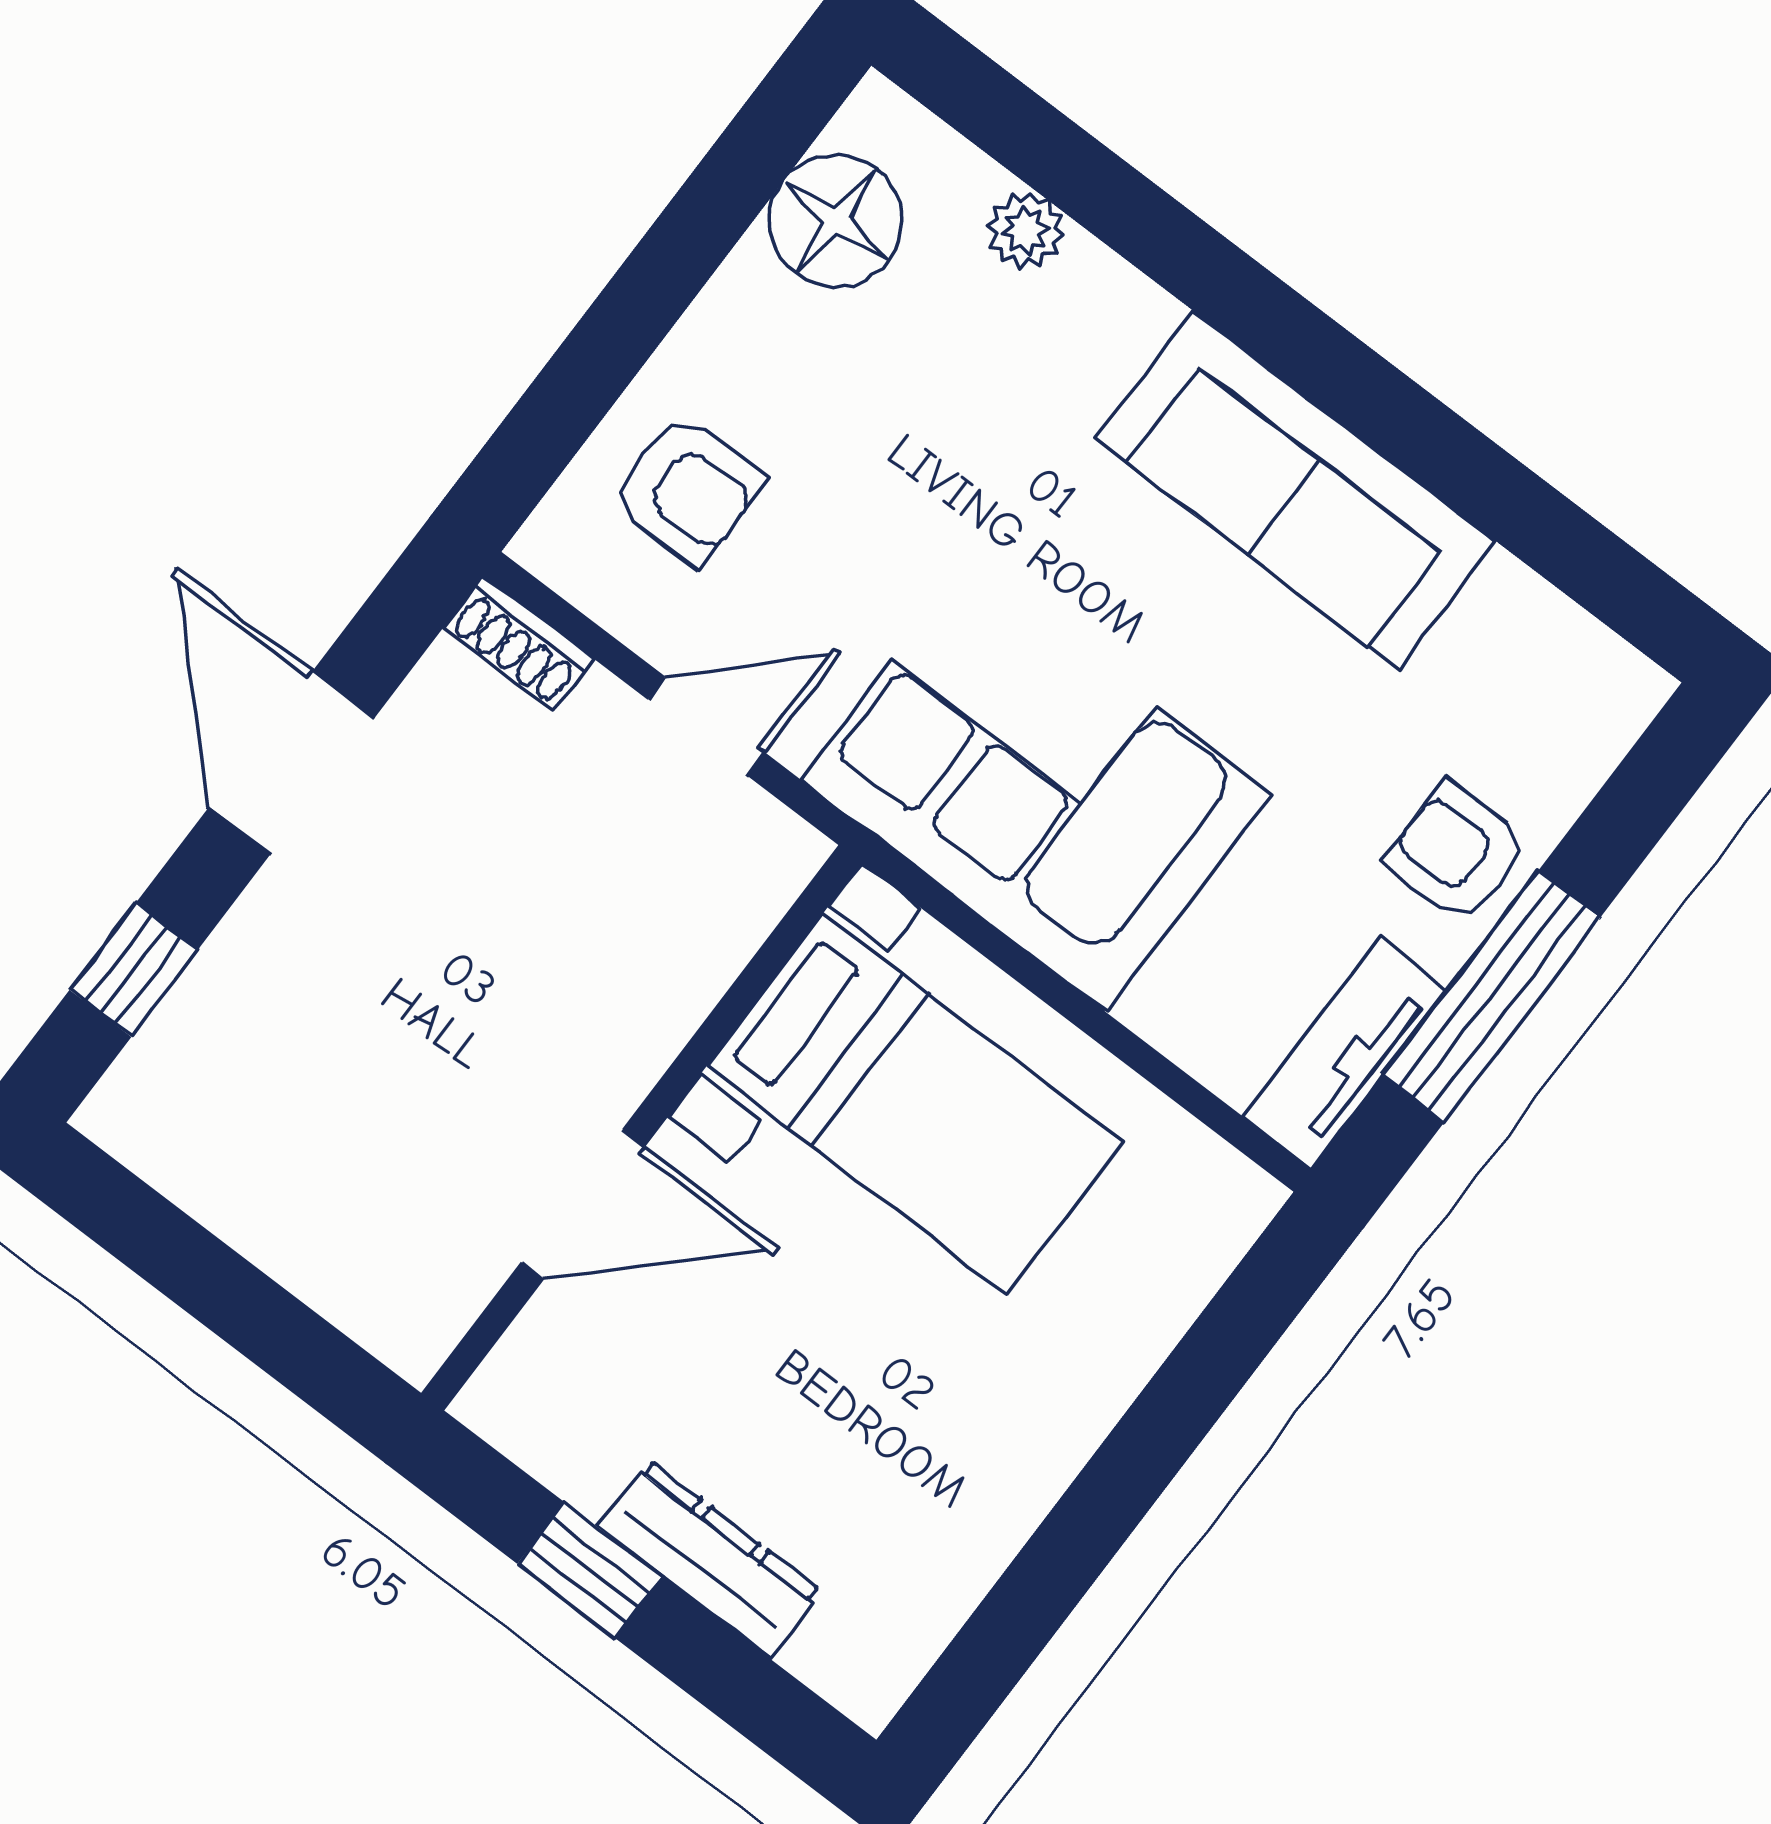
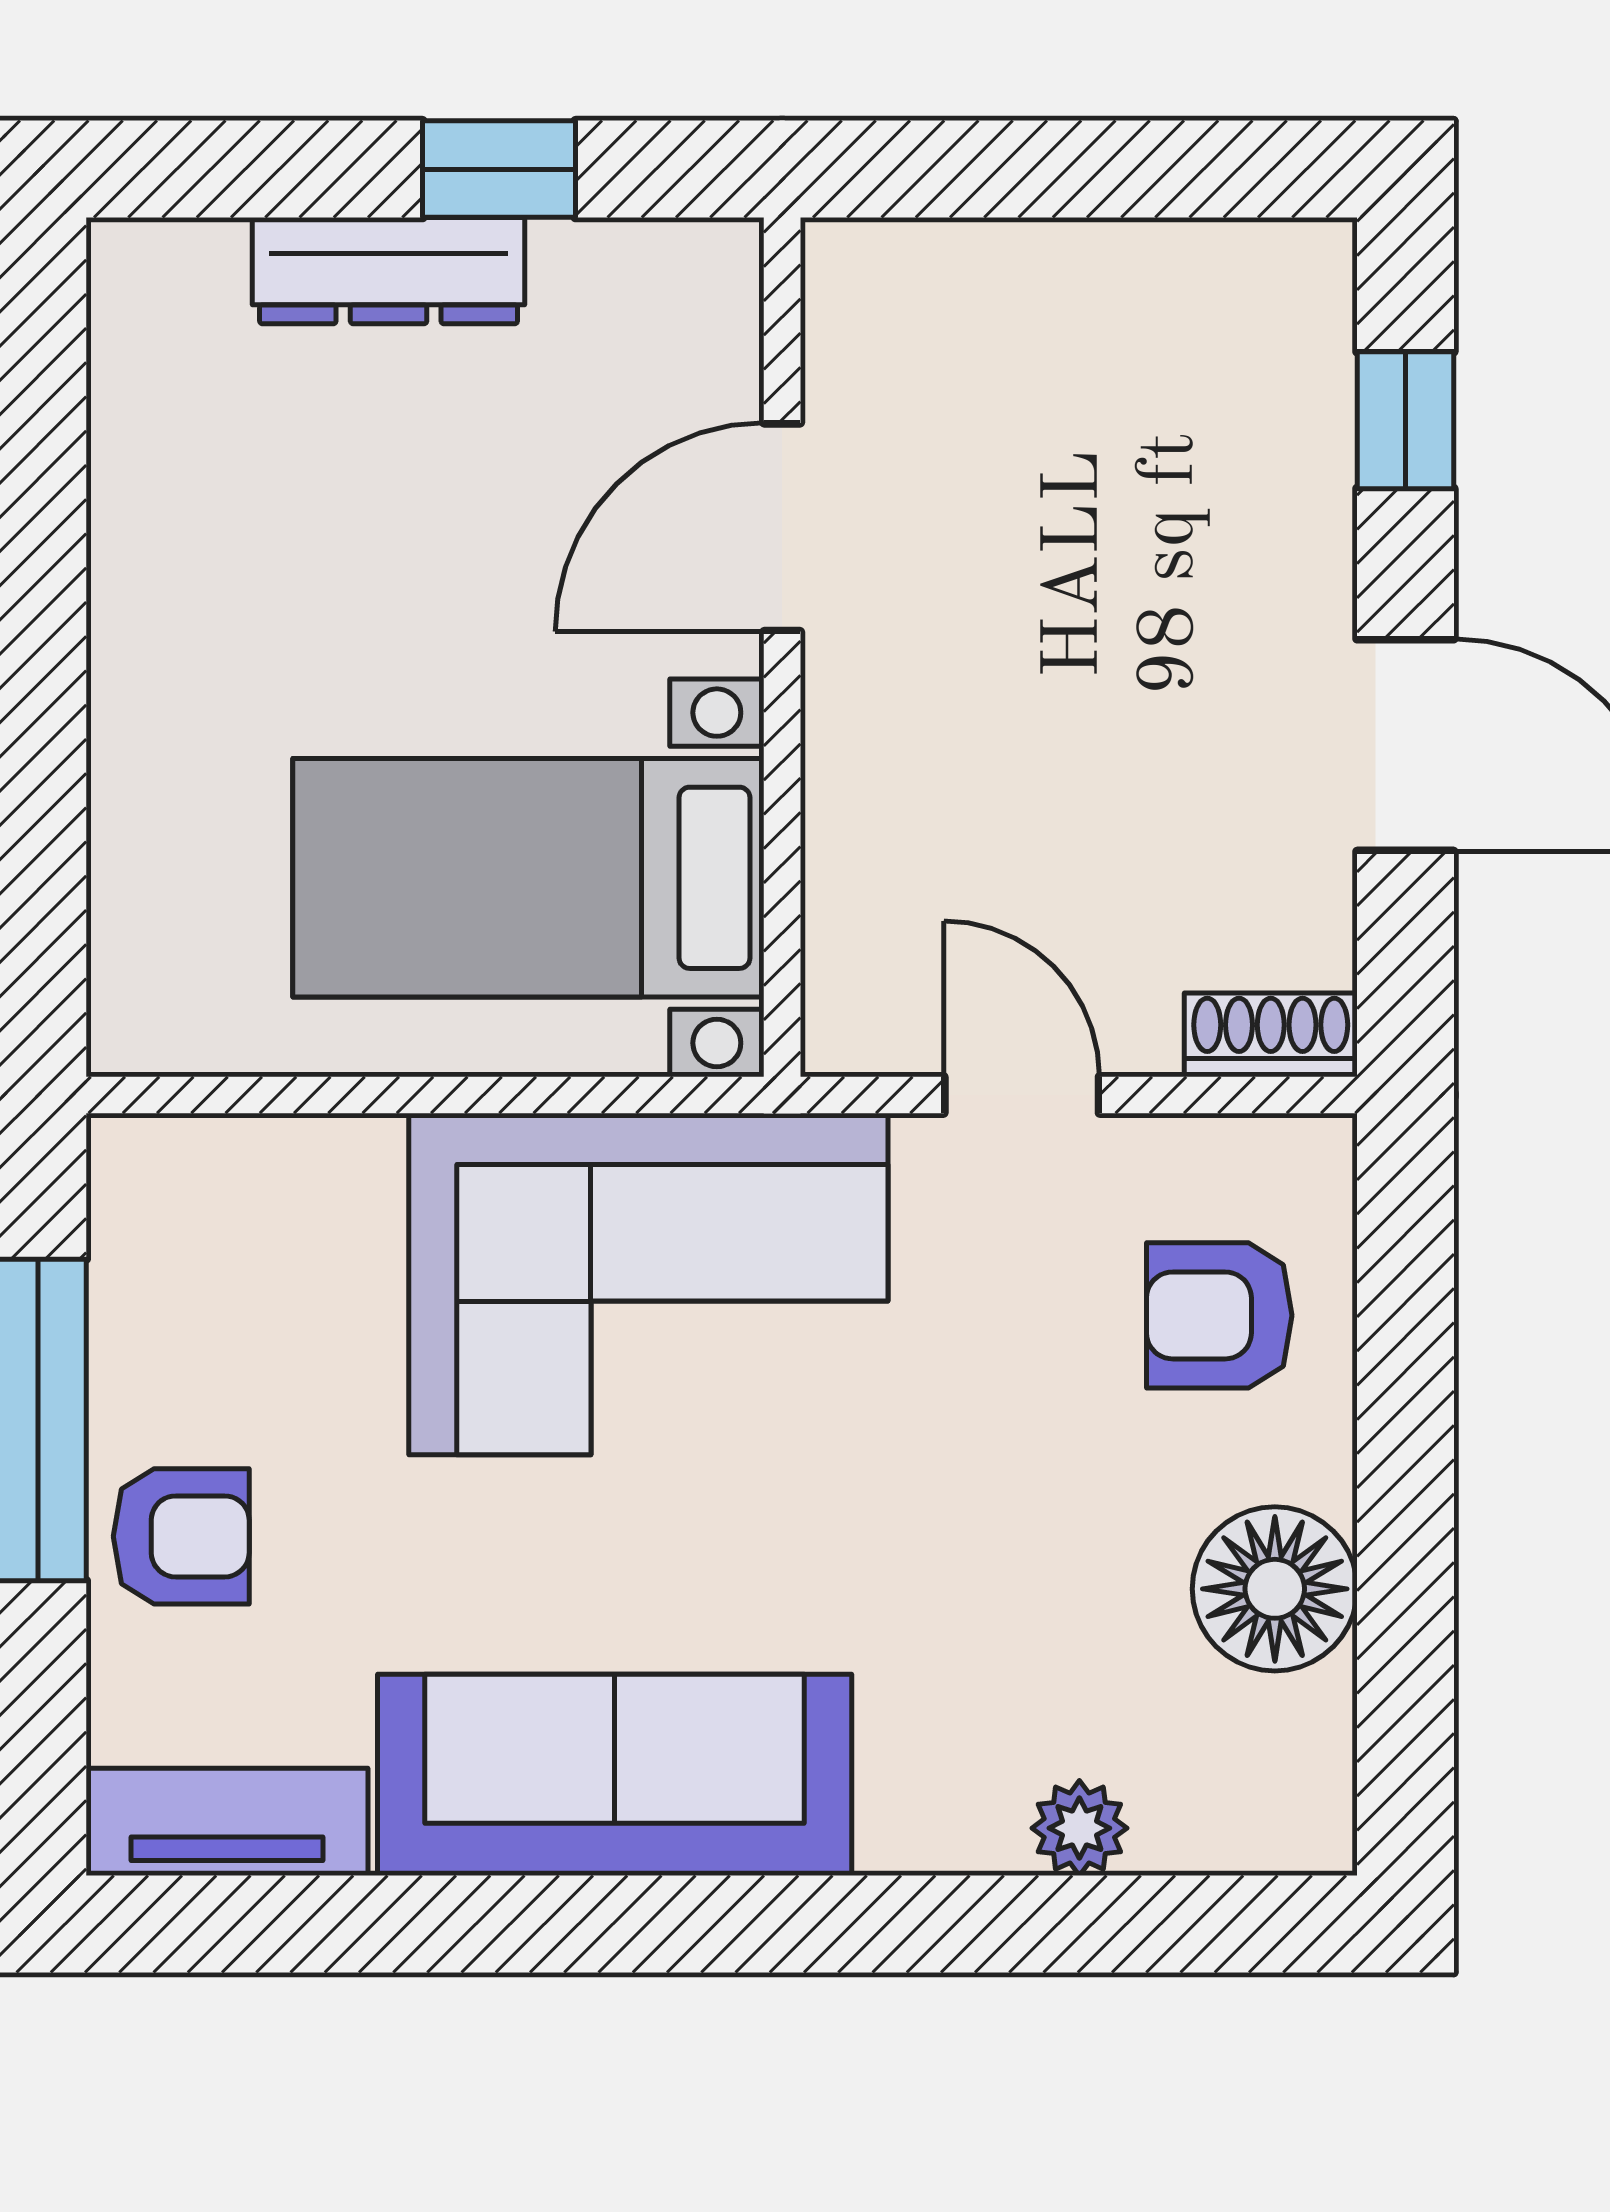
floor lamp: (836, 221) -> (1275, 1589), moved
door: (706, 726) -> (1022, 1095), swing flipped
tv unit: (1345, 1053) -> (227, 1822), moved, turned -90

